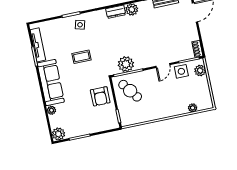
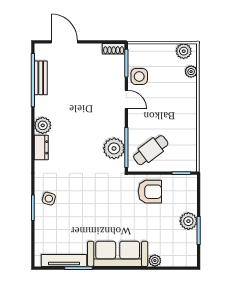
coffee table: (81, 57) -> (92, 206), removed
plant: (200, 70) -> (184, 51), moved
plant: (58, 134) -> (188, 221), moved

